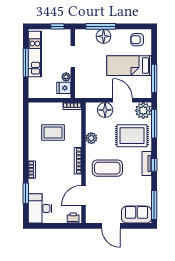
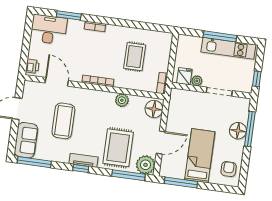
floor lamp: (105, 110) -> (154, 109), moved
coffee table: (107, 168) -> (63, 121), moved

